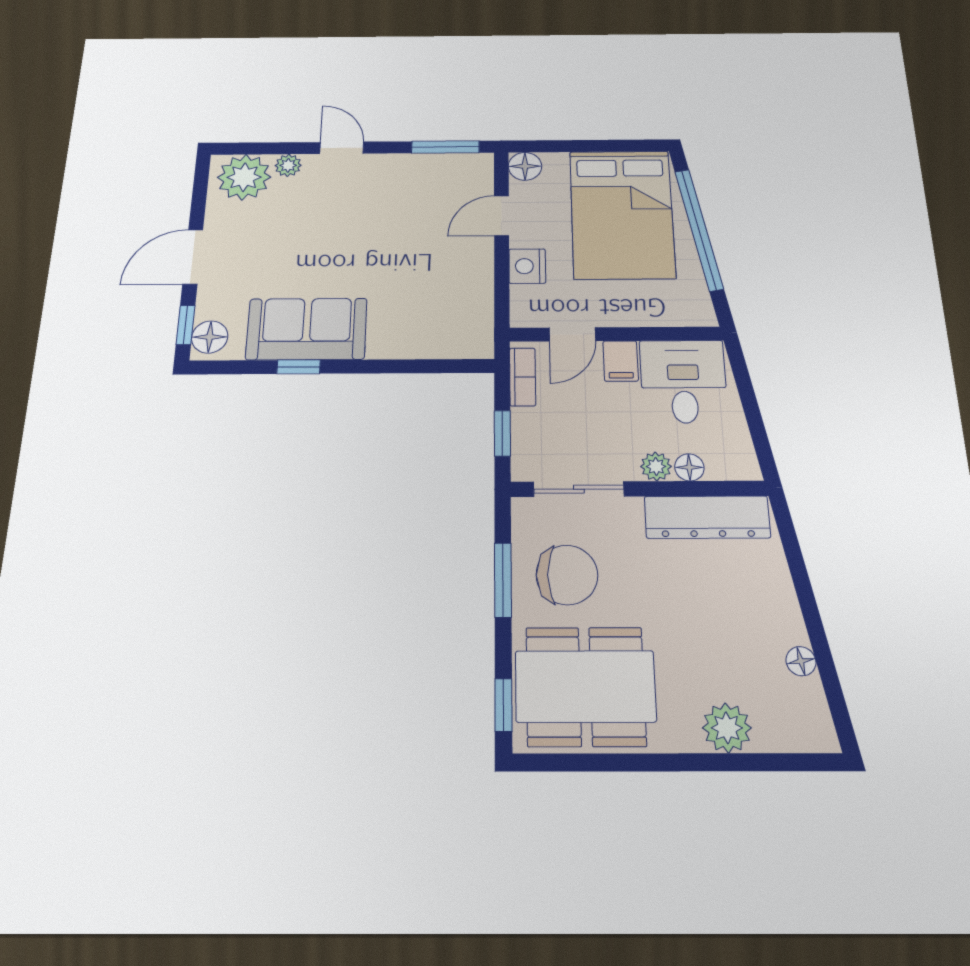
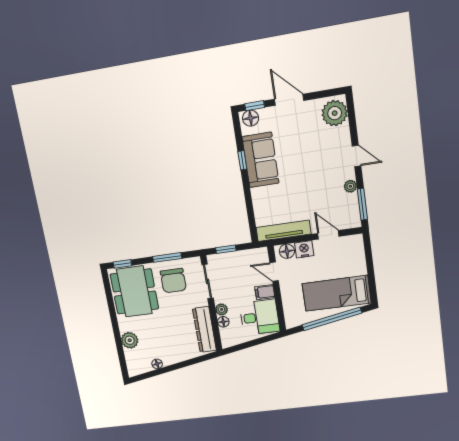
door: (342, 148) -> (356, 156), hinge flipped
plant: (288, 165) -> (350, 186), moved
floor lamp: (525, 166) -> (287, 251), moved
bed: (622, 214) -> (337, 293), width x0.67
tv unit: (478, 303) -> (283, 231), added
bookcase: (523, 377) -> (252, 254), removed

